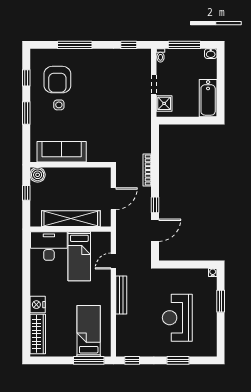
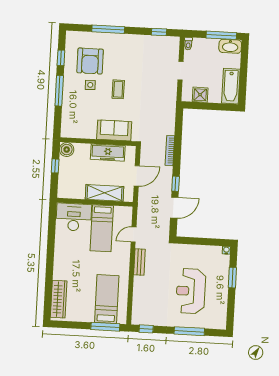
window: (184, 45) -> (221, 35), moved
washbasin: (211, 54) -> (230, 46), width x1.91, depth x1.45
shower: (164, 103) -> (200, 95), moved
coffee table: (89, 108) -> (118, 89), added
window: (26, 113) -> (59, 91), width x1.44
sofa: (62, 152) -> (114, 130), moved, width x0.73
freezer: (81, 176) -> (108, 153), added
shelving: (71, 219) -> (104, 193), width x0.68
bench: (121, 295) -> (139, 262), width x0.73
nightstand: (38, 305) -> (60, 272), removed
window: (178, 360) -> (189, 331), width x1.44

